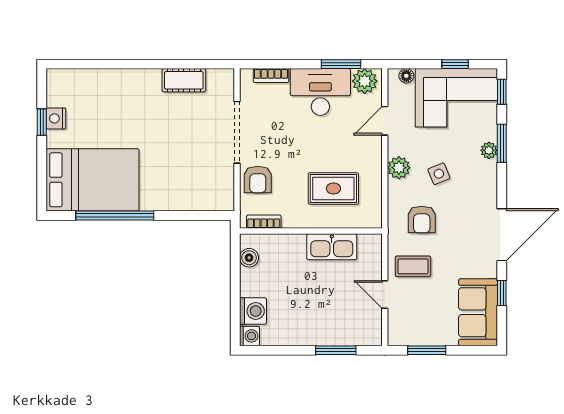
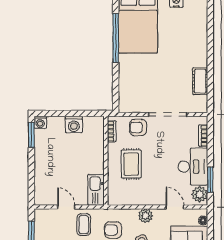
rug: (333, 189) -> (131, 164), moved
kitchen sink: (332, 247) -> (96, 190), moved
boiler: (249, 258) -> (89, 122), removed
door: (385, 294) -> (66, 207), hinge flipped
washing machine: (253, 311) -> (74, 124), moved
window: (336, 350) -> (31, 135), moved

